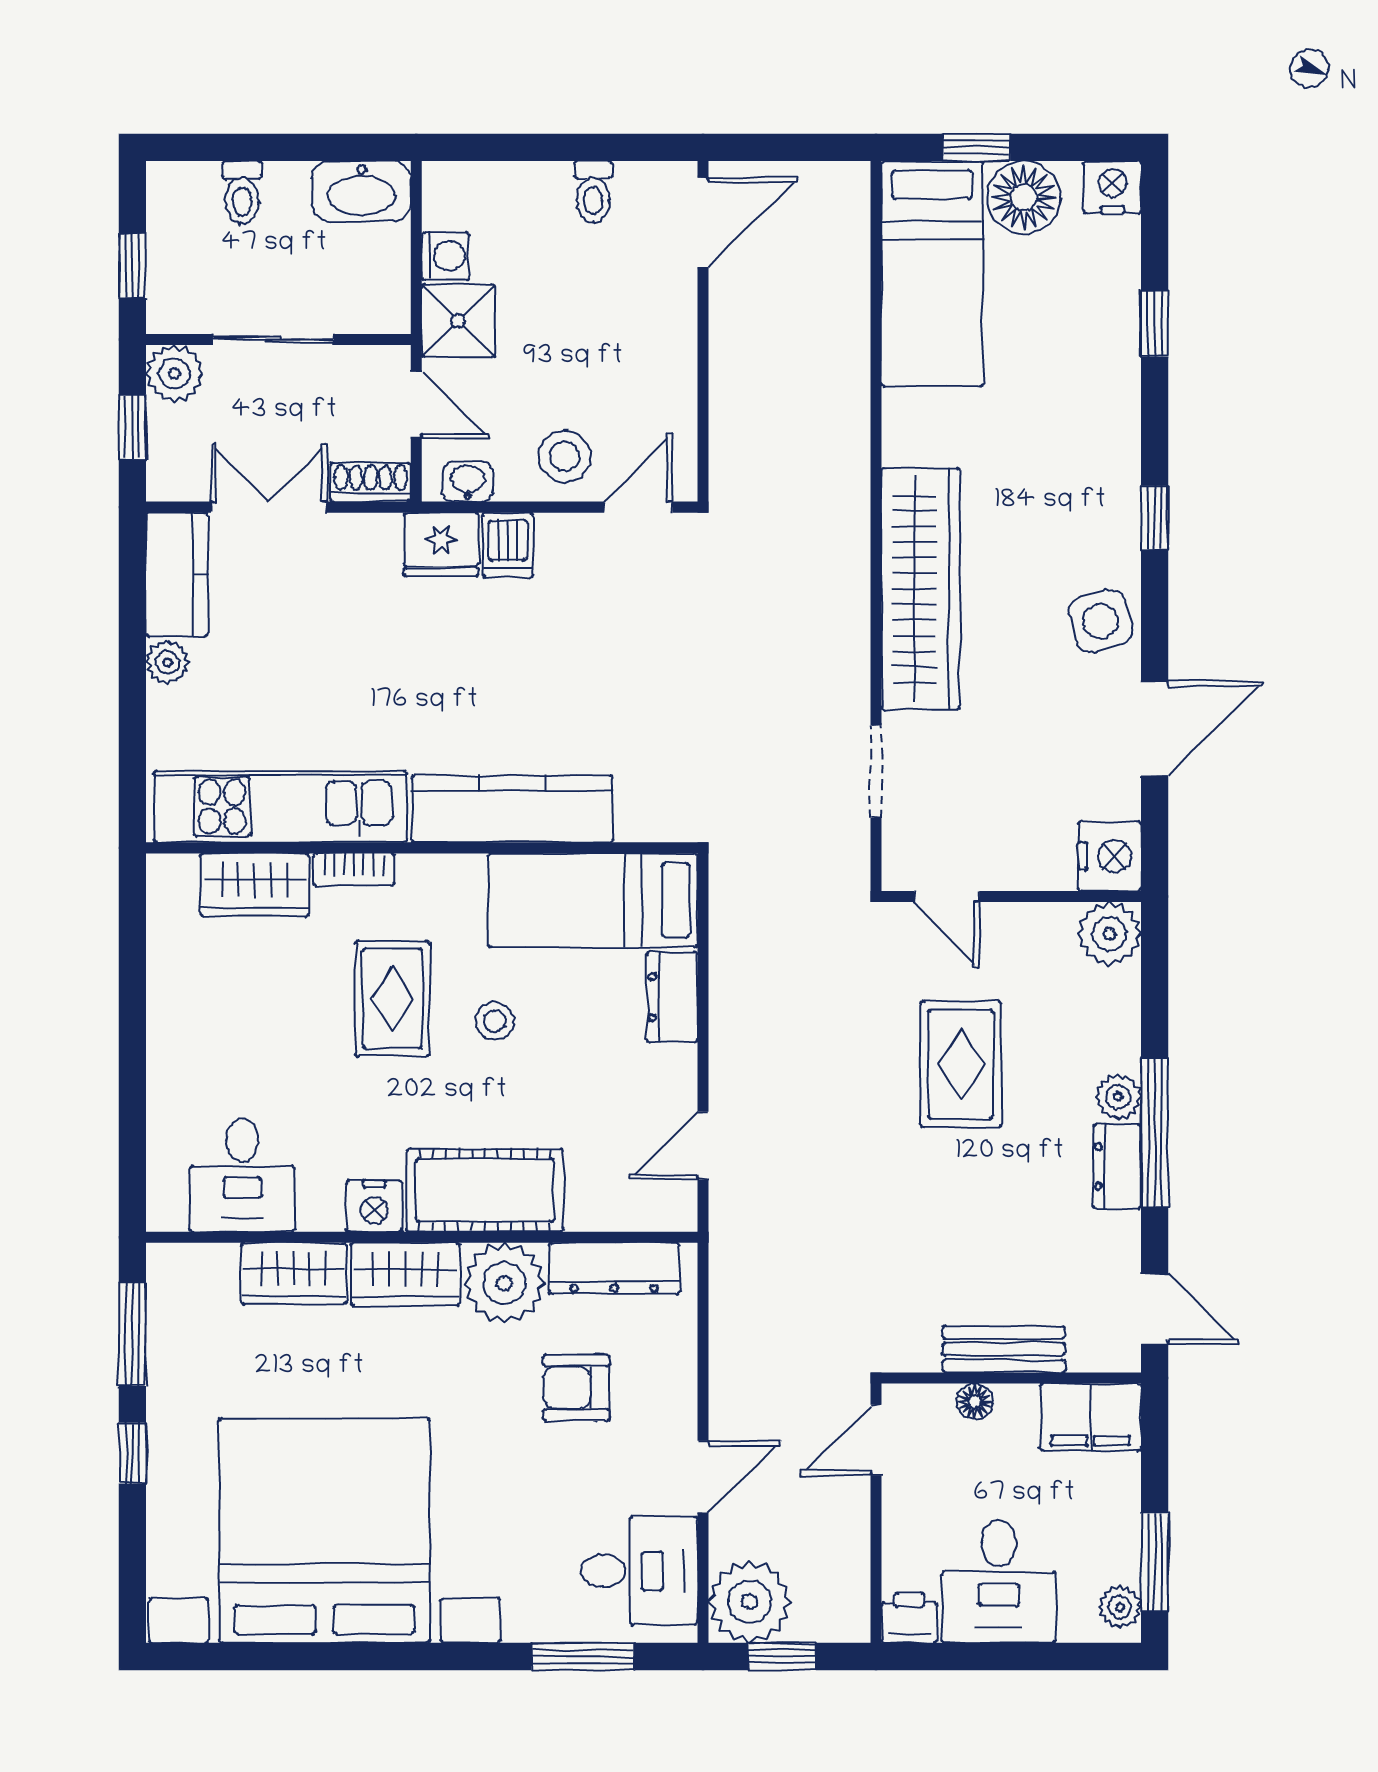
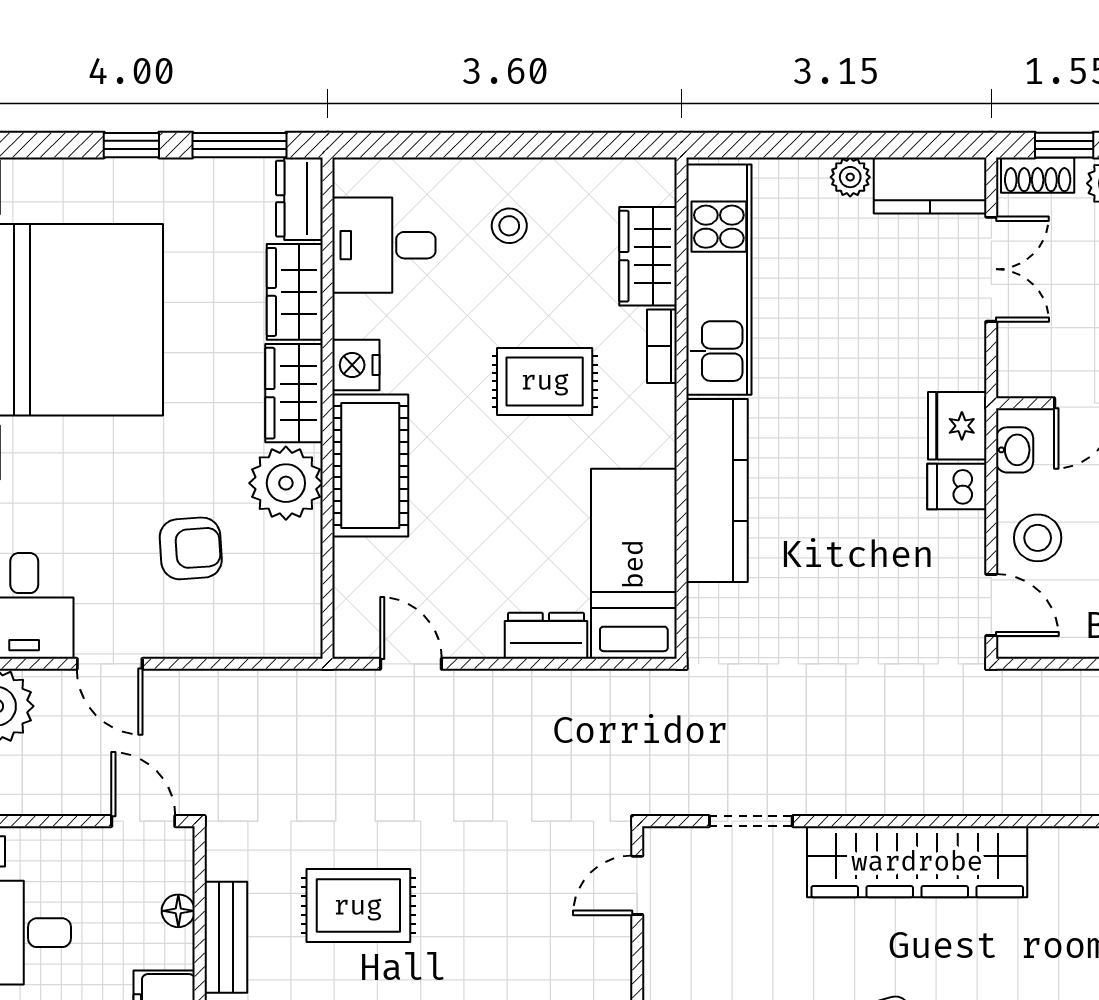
shoe rack: (371, 482) -> (1038, 175), moved, turned 90
stool: (495, 1021) -> (509, 226), moved
rug: (961, 1064) -> (358, 906), moved
dresser: (614, 1268) -> (299, 199), moved, width x0.70
armchair: (576, 1388) -> (191, 548), turned 86

